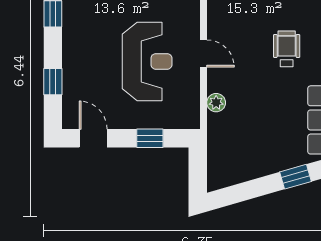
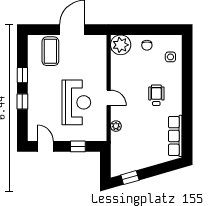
window: (53, 82) -> (22, 101), moved
window: (295, 177) -> (130, 178), moved

